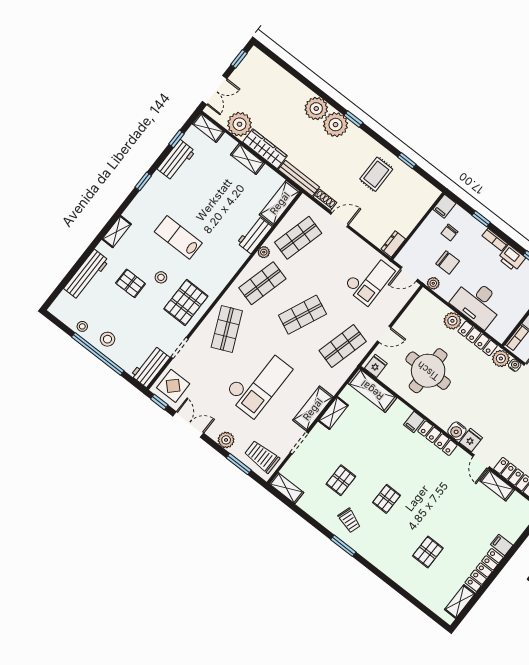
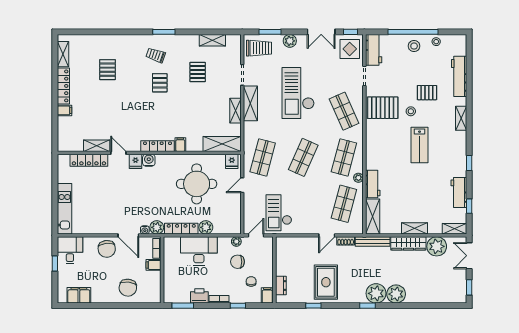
rug: (376, 174) -> (326, 282), width x1.36, depth x1.43
lab bench: (178, 237) -> (420, 145), turned 90
dresser: (393, 244) -> (281, 286), moved
pallet: (186, 302) -> (383, 108), turned 90
shelving: (286, 488) -> (212, 40), moved
trolley: (349, 520) -> (156, 55), moved

